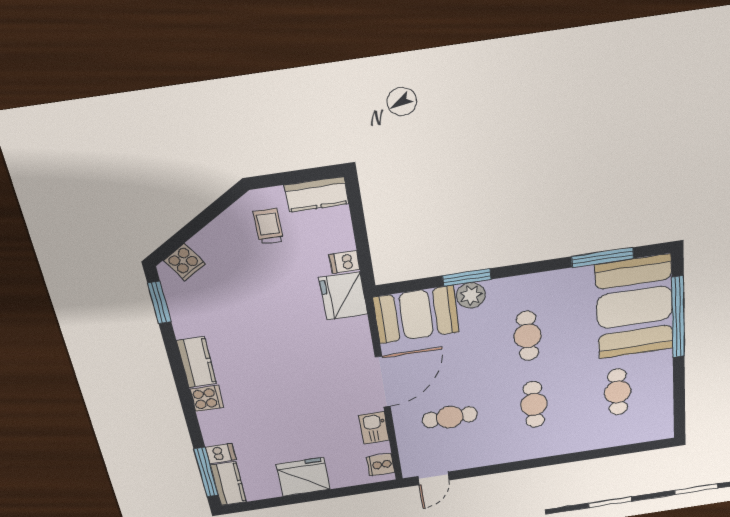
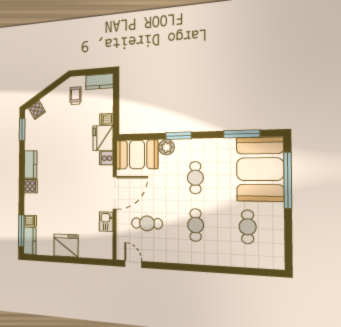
window: (467, 277) -> (178, 136), moved
cooker: (381, 465) -> (106, 158), moved
door: (434, 478) -> (133, 264), swing flipped

